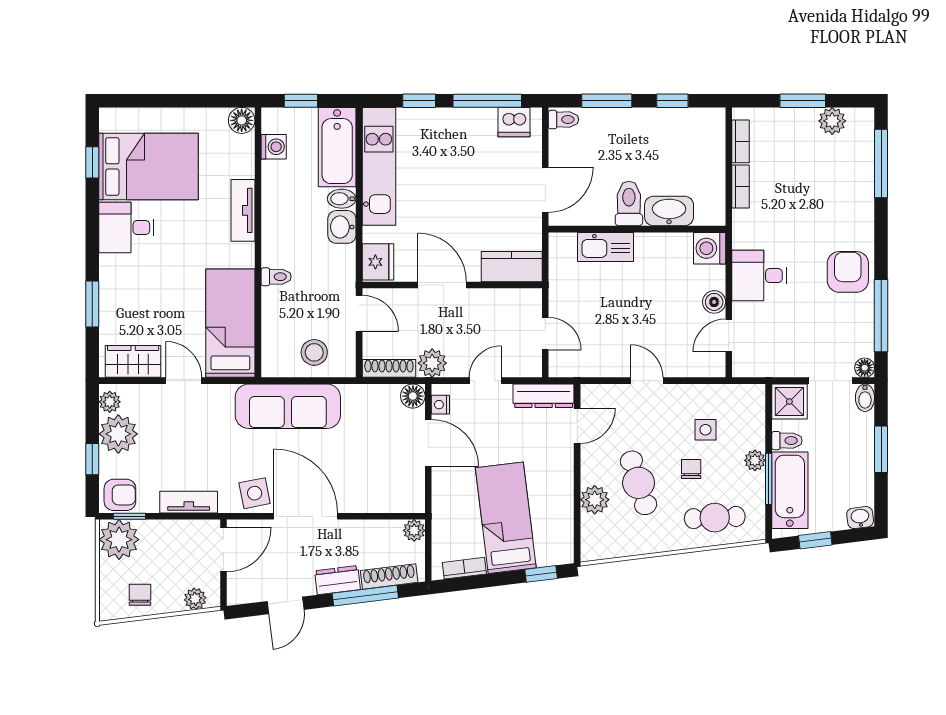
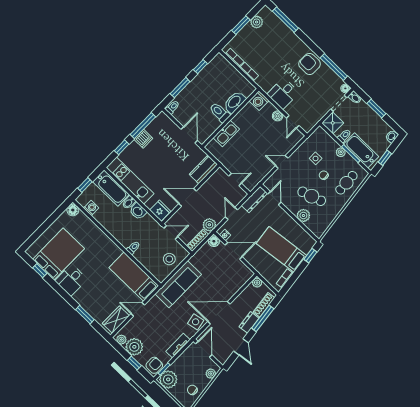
dishwasher: (514, 122) -> (143, 139), moved
tv unit: (243, 210) -> (102, 238), removed

